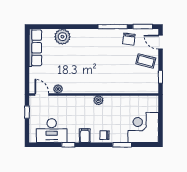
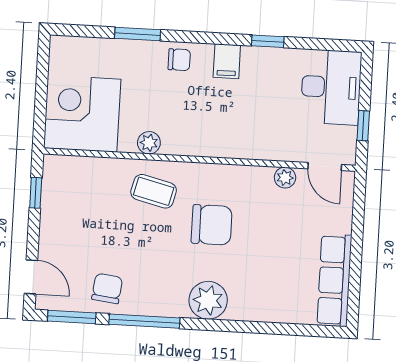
plant: (62, 37) -> (208, 300), moved
coffee table: (146, 61) -> (154, 191), moved
chair: (87, 68) -> (212, 225), added
plant: (98, 100) -> (149, 143), moved
corner desk: (143, 127) -> (82, 114), moved, turned 180
desk: (52, 131) -> (331, 87), moved, turned 90

